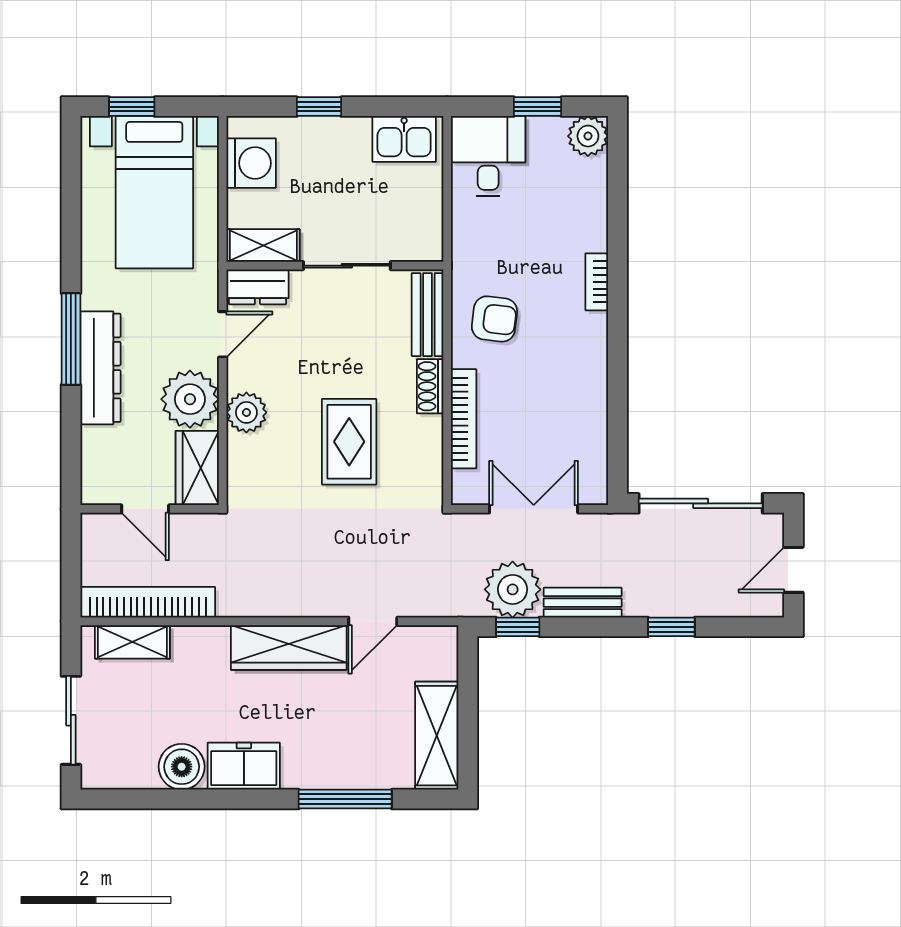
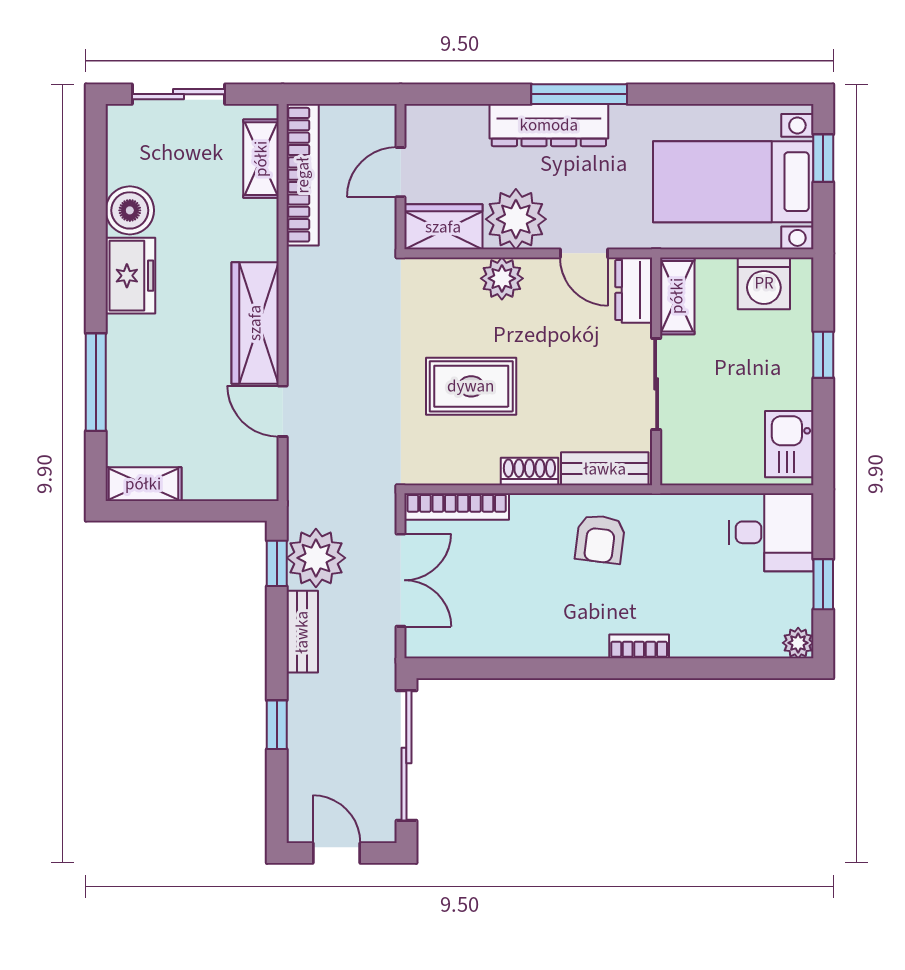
plant: (588, 136) -> (798, 643), width x0.73, depth x0.73
bookcase: (464, 419) -> (457, 507), moved
shelving: (437, 736) -> (143, 484), width x0.67, depth x0.75

